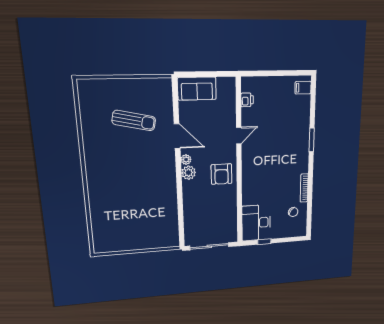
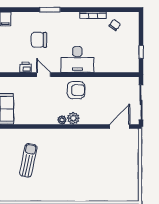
printer: (247, 100) -> (26, 67), moved
chair: (279, 128) -> (39, 40), added
door: (177, 136) -> (120, 126), moved
desk: (256, 223) -> (77, 60), moved

